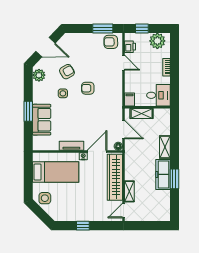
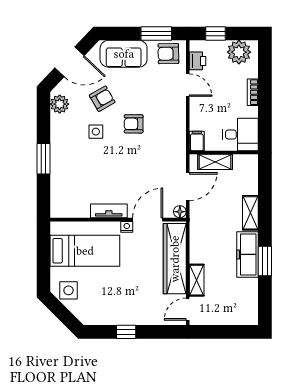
sofa: (42, 120) -> (124, 54), moved, turned 90
door: (124, 130) -> (188, 186), hinge flipped

